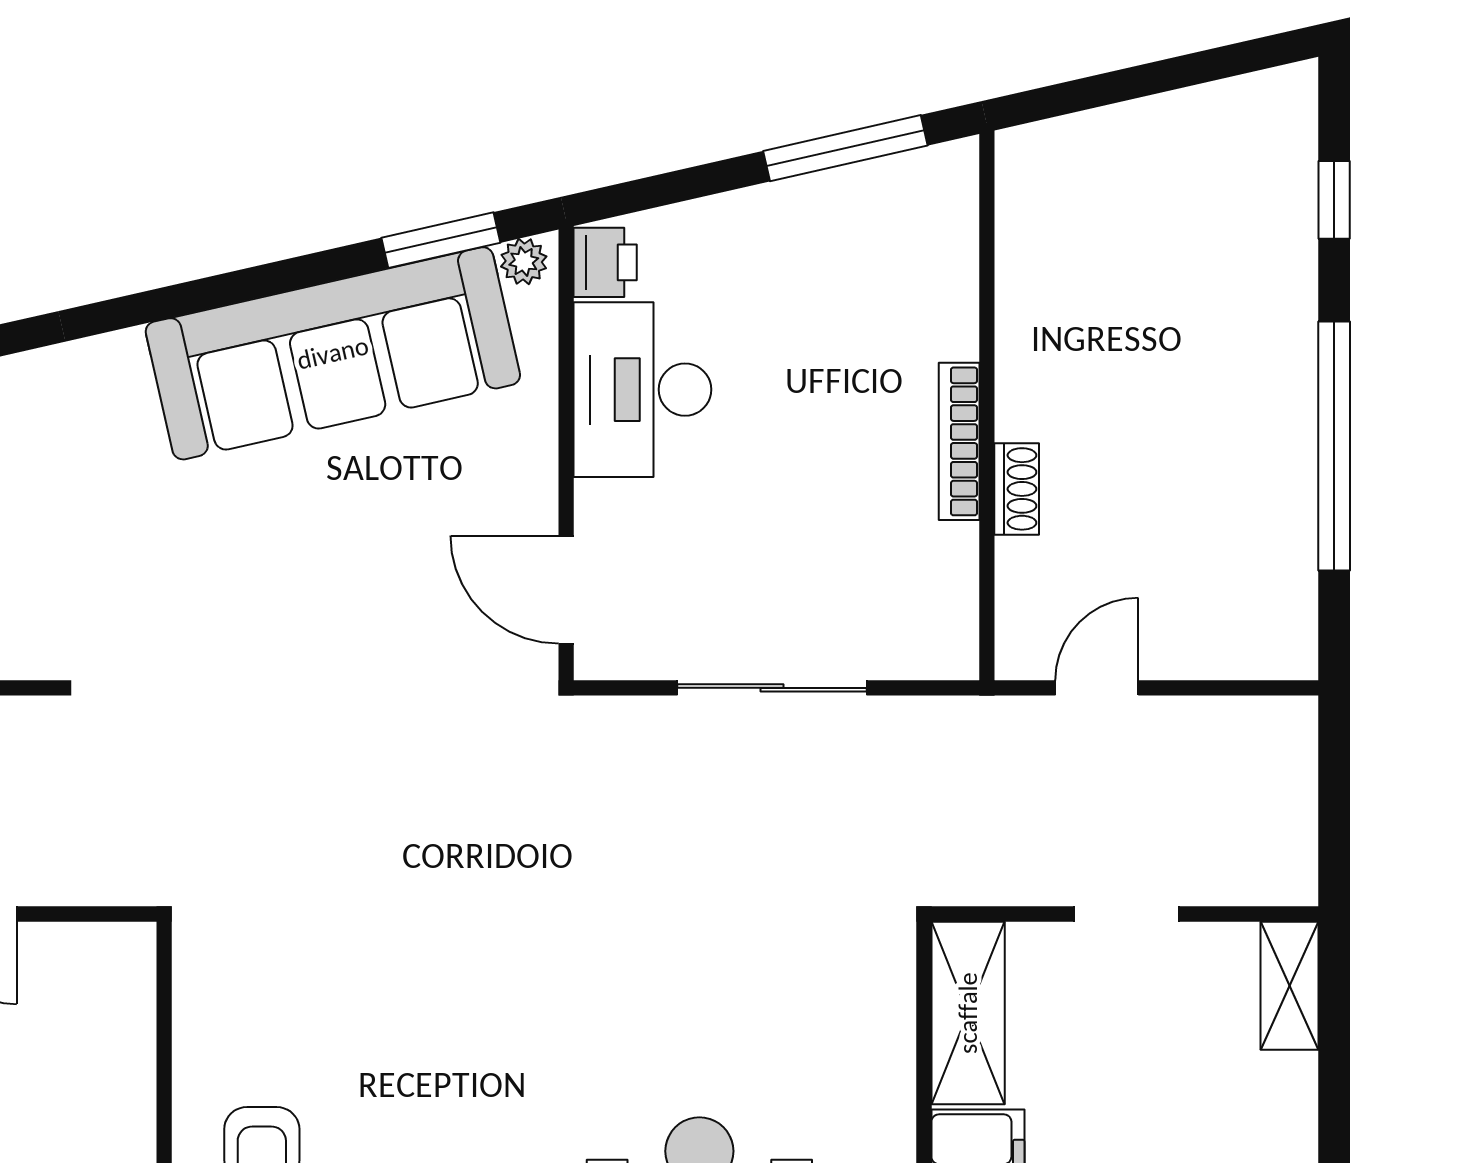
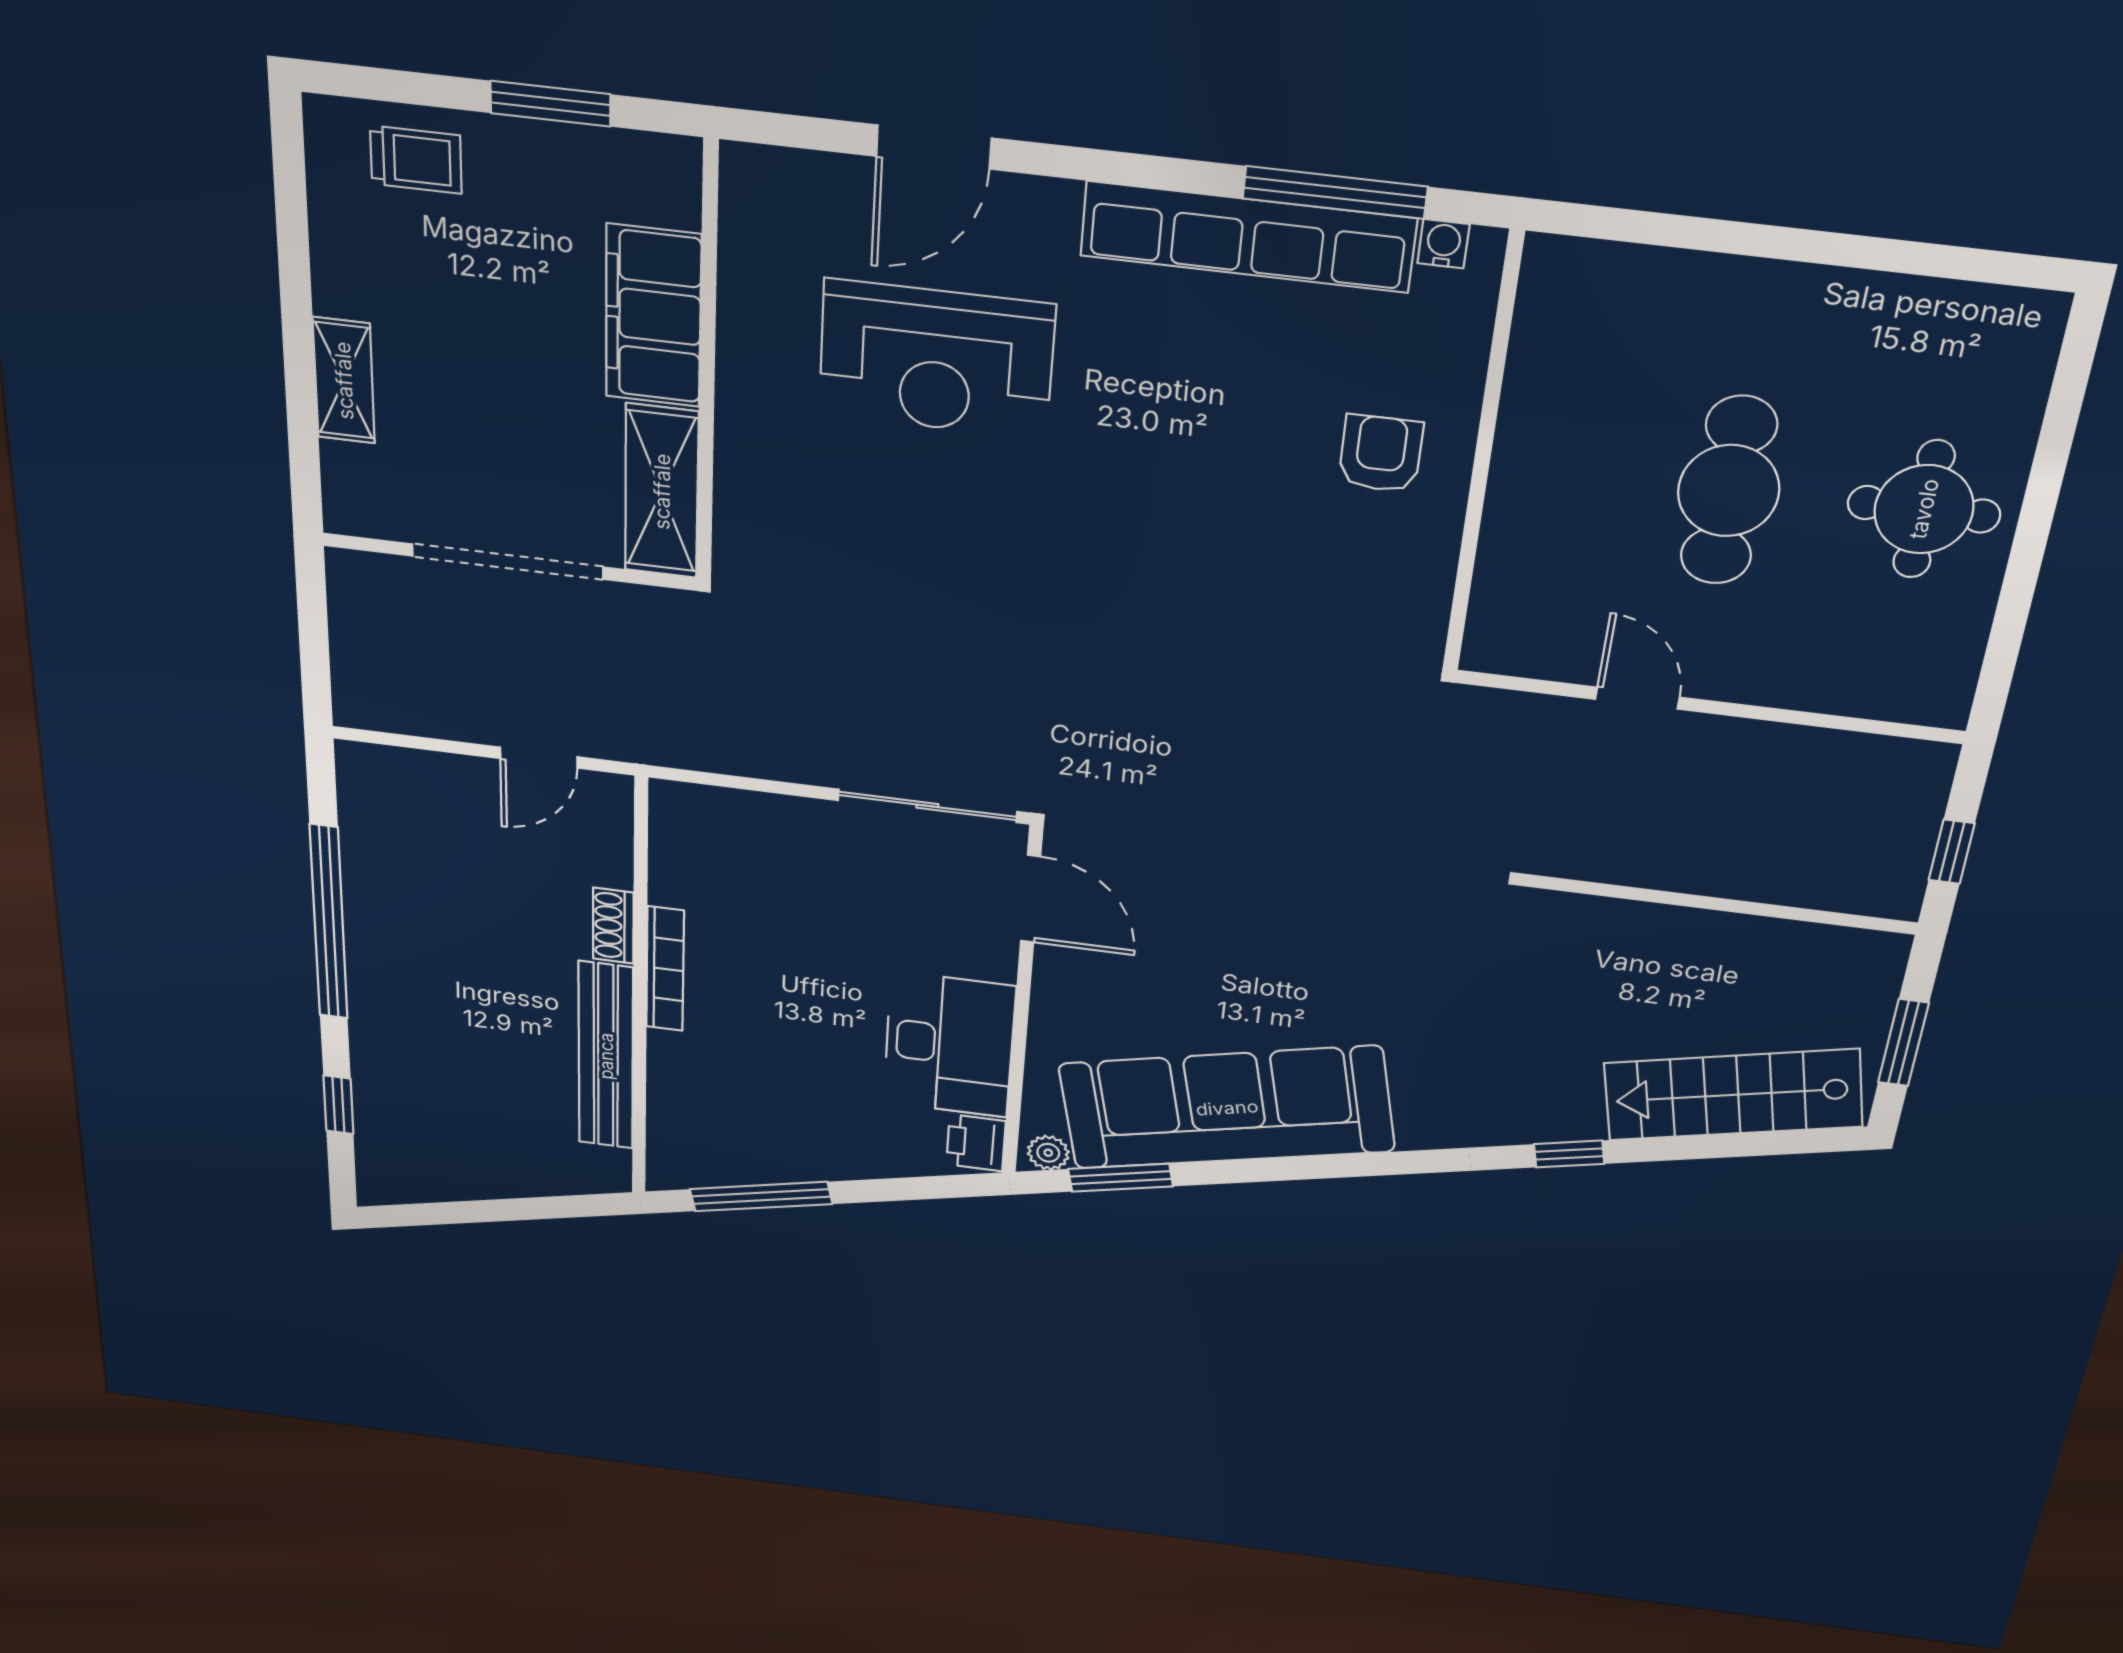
bench: (1025, 315) -> (606, 1056), added
sliding door: (772, 688) -> (927, 806), moved
doorway: (1127, 914) -> (508, 562), width x1.88
shelving: (1290, 986) -> (344, 380), moved

